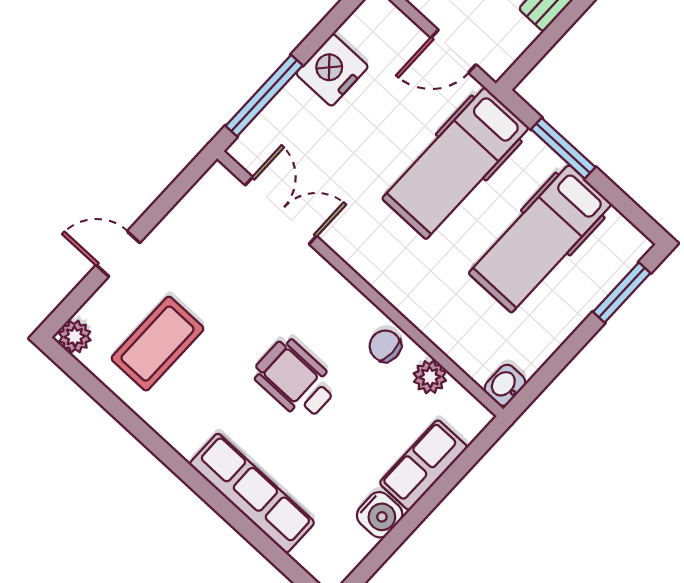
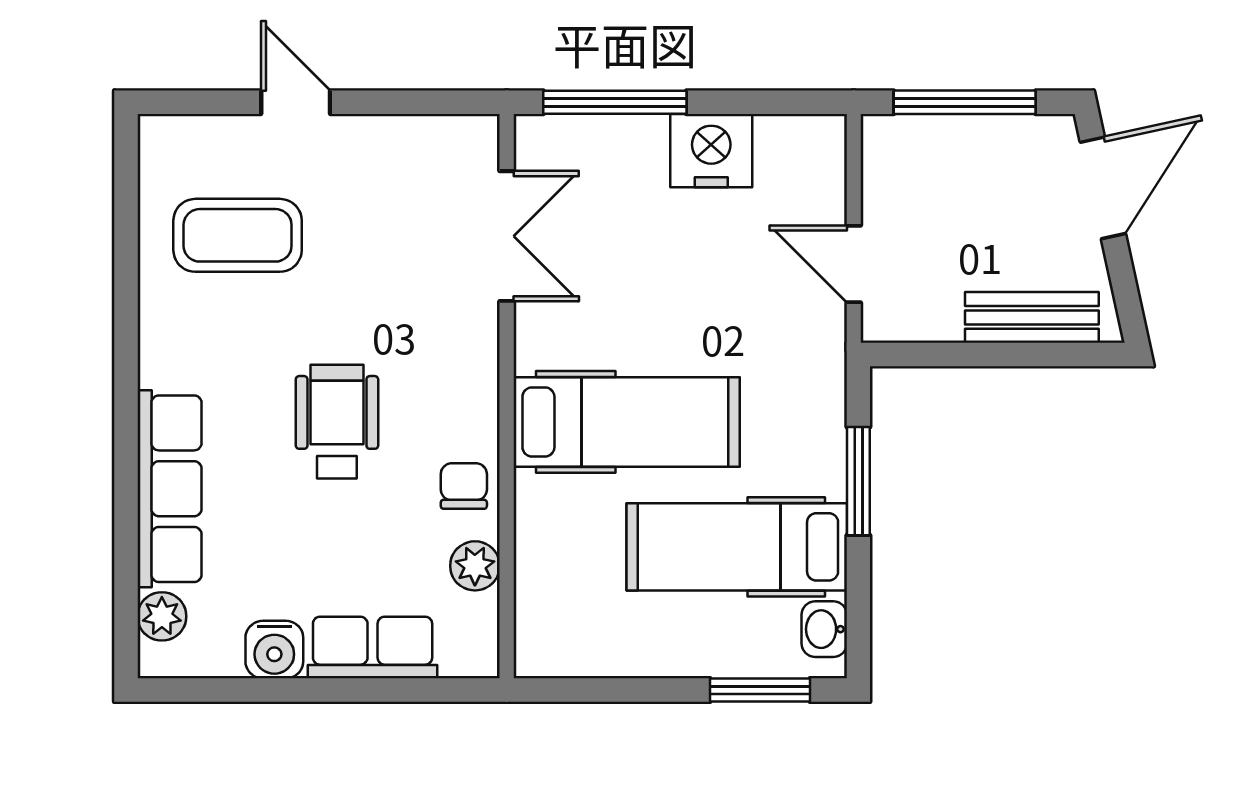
hospital bed: (456, 163) -> (627, 422), moved, turned 180
plant: (75, 337) -> (162, 616), moved
washbasin: (505, 385) -> (824, 629), moved, turned -90

